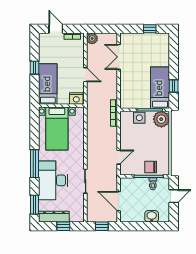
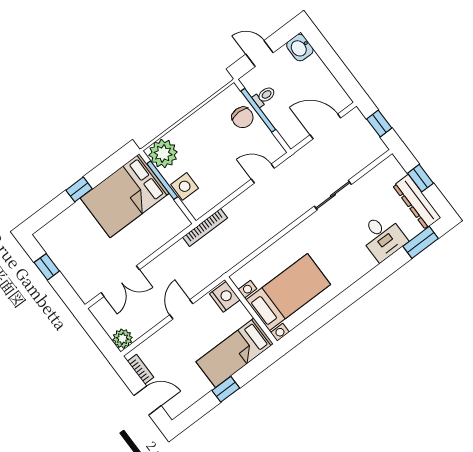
door: (56, 29) -> (148, 401), swing flipped
window: (174, 86) -> (79, 189), moved
bed: (160, 88) -> (125, 196), width x1.50
window: (34, 164) -> (362, 286), removed
desk: (53, 180) -> (383, 237), width x0.53, depth x0.77
door: (119, 201) -> (325, 126), swing flipped
washbasin: (152, 216) -> (300, 48), moved

